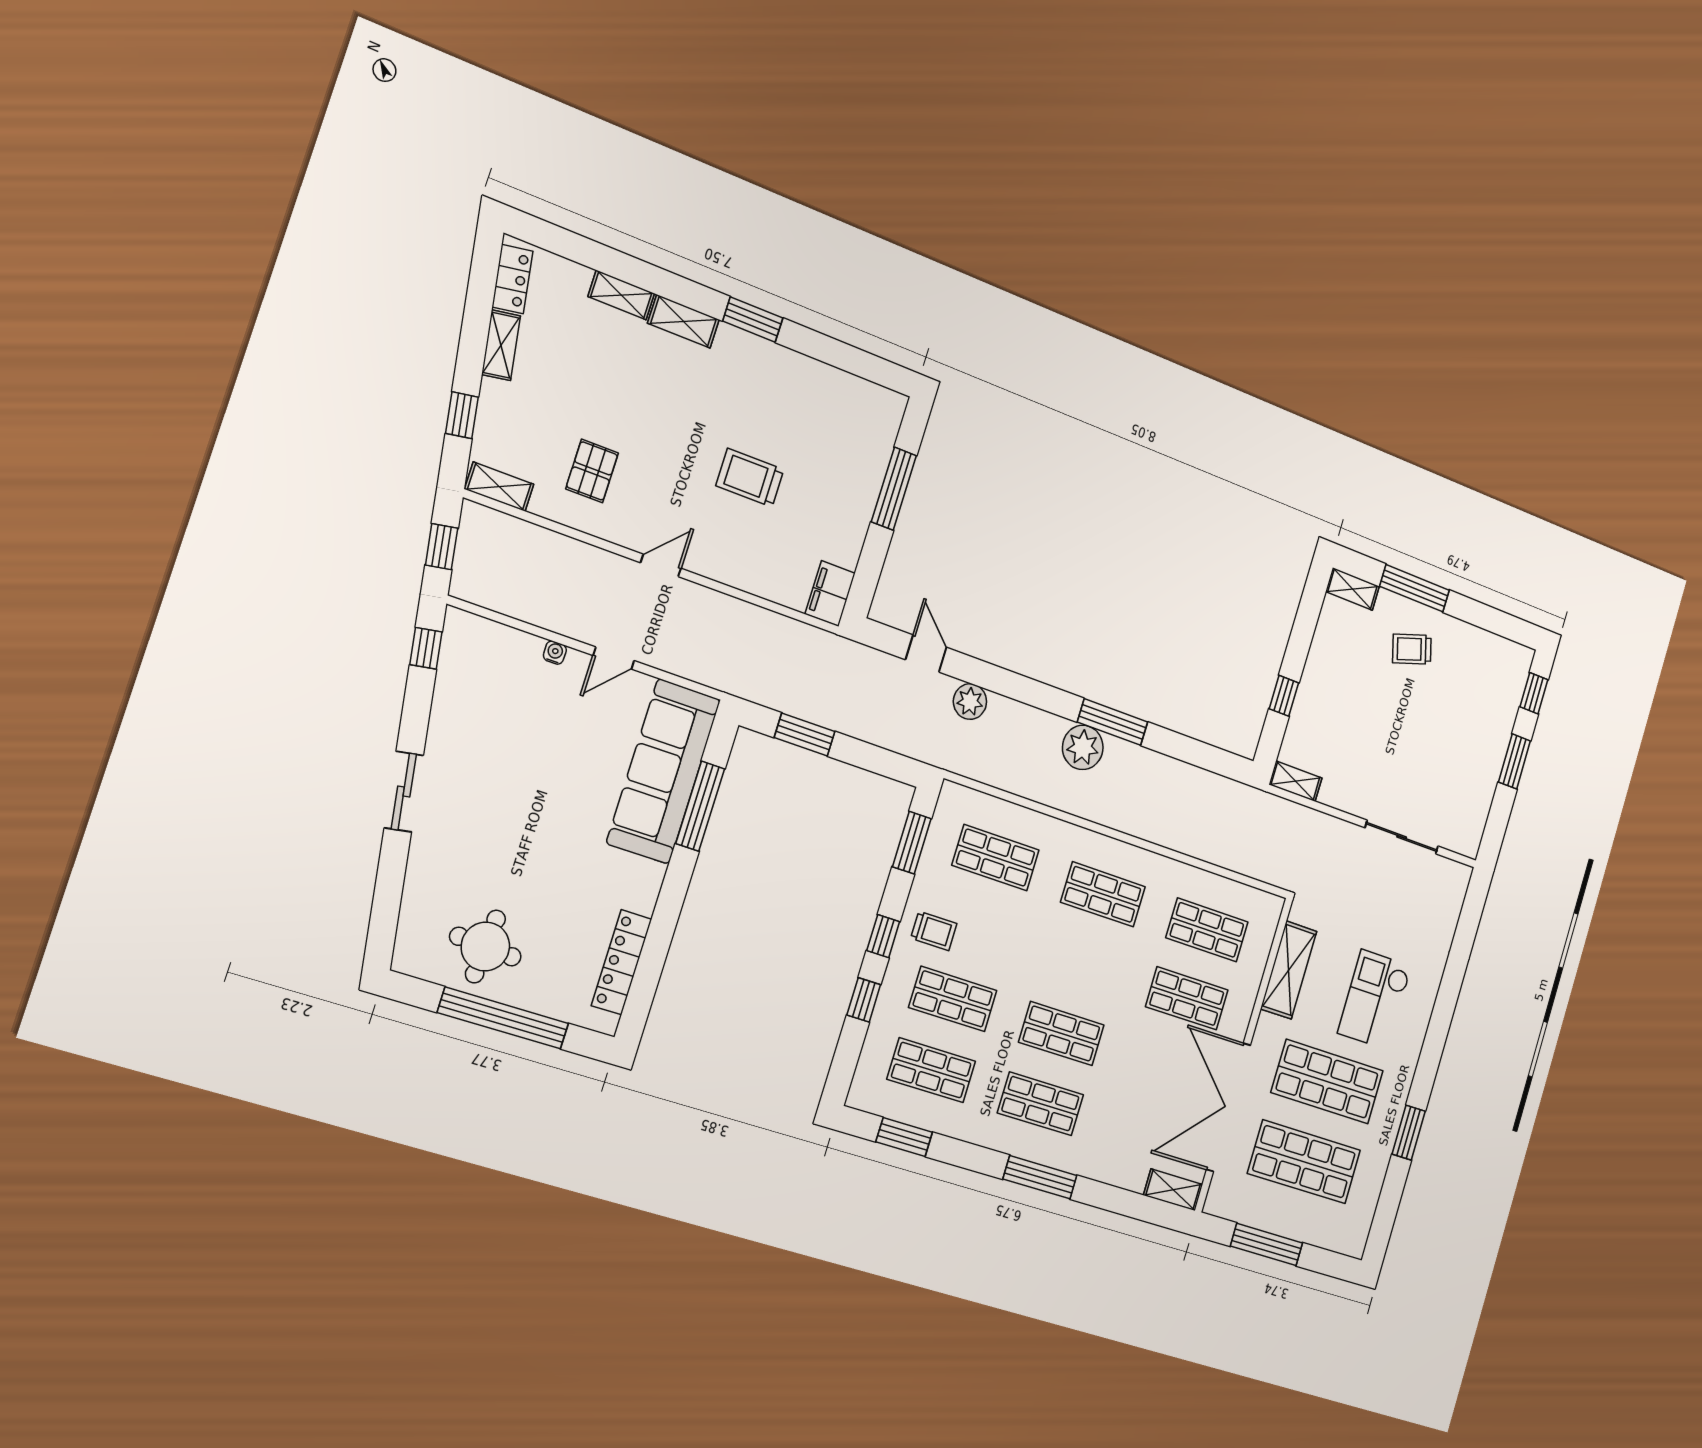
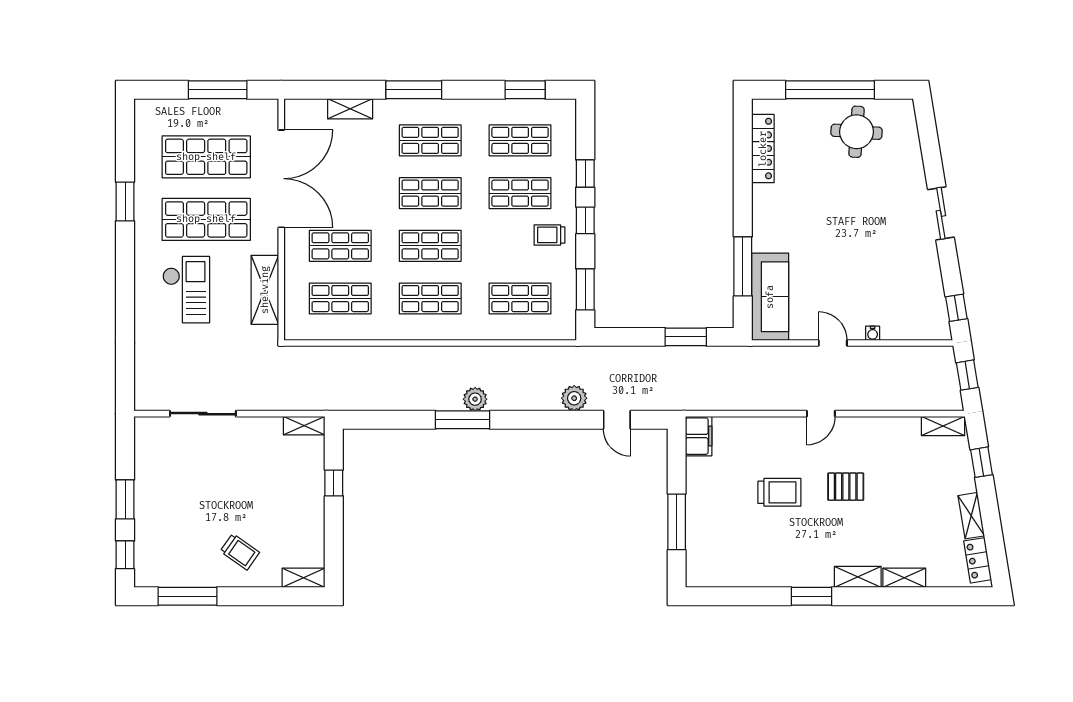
pallet: (592, 471) -> (846, 487), moved, turned 90
window: (1415, 588) -> (188, 596), moved
trolley: (1412, 649) -> (240, 552), turned 52
door: (614, 658) -> (833, 343), hinge flipped
plant: (1083, 747) -> (475, 399), width x0.73, depth x0.73
sofa: (664, 771) -> (770, 297), width x0.74, depth x0.79
shop shelf: (1082, 964) -> (430, 246), added
shelving: (1173, 1190) -> (350, 109), moved

